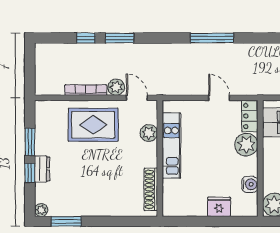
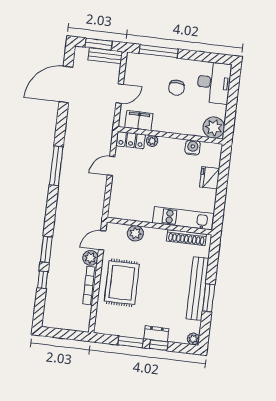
plant: (246, 145) -> (152, 141), width x0.53, depth x0.53
kitchen unit: (171, 146) -> (183, 218), moved
bench: (97, 208) -> (197, 289), added
window: (66, 221) -> (209, 298), moved

